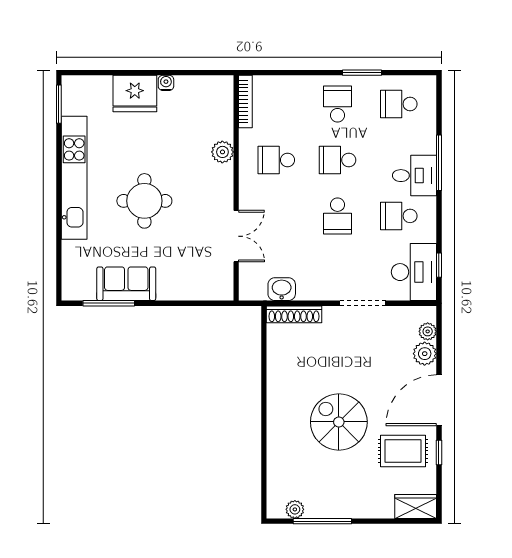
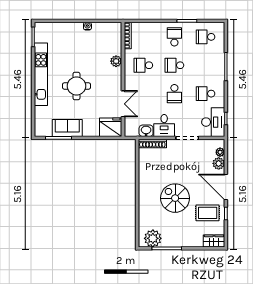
fridge: (135, 94) -> (111, 127), moved, turned 180
desk: (414, 176) -> (164, 125), moved, turned 90
door: (439, 400) -> (226, 187), hinge flipped
plant: (295, 509) -> (153, 238), width x1.87, depth x1.87

